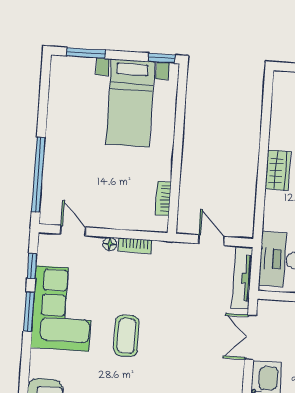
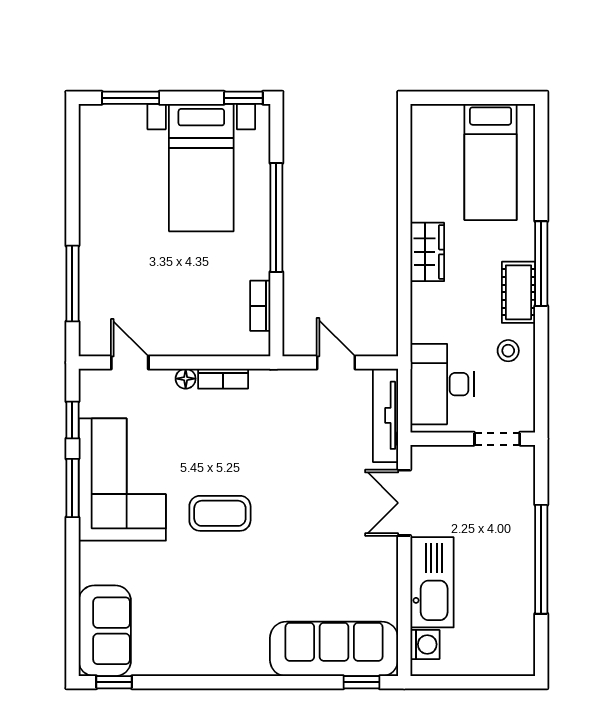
window: (178, 140) -> (276, 218), added
window: (38, 175) -> (72, 284), width x0.68
coffee table: (126, 336) -> (220, 513), turned 90

